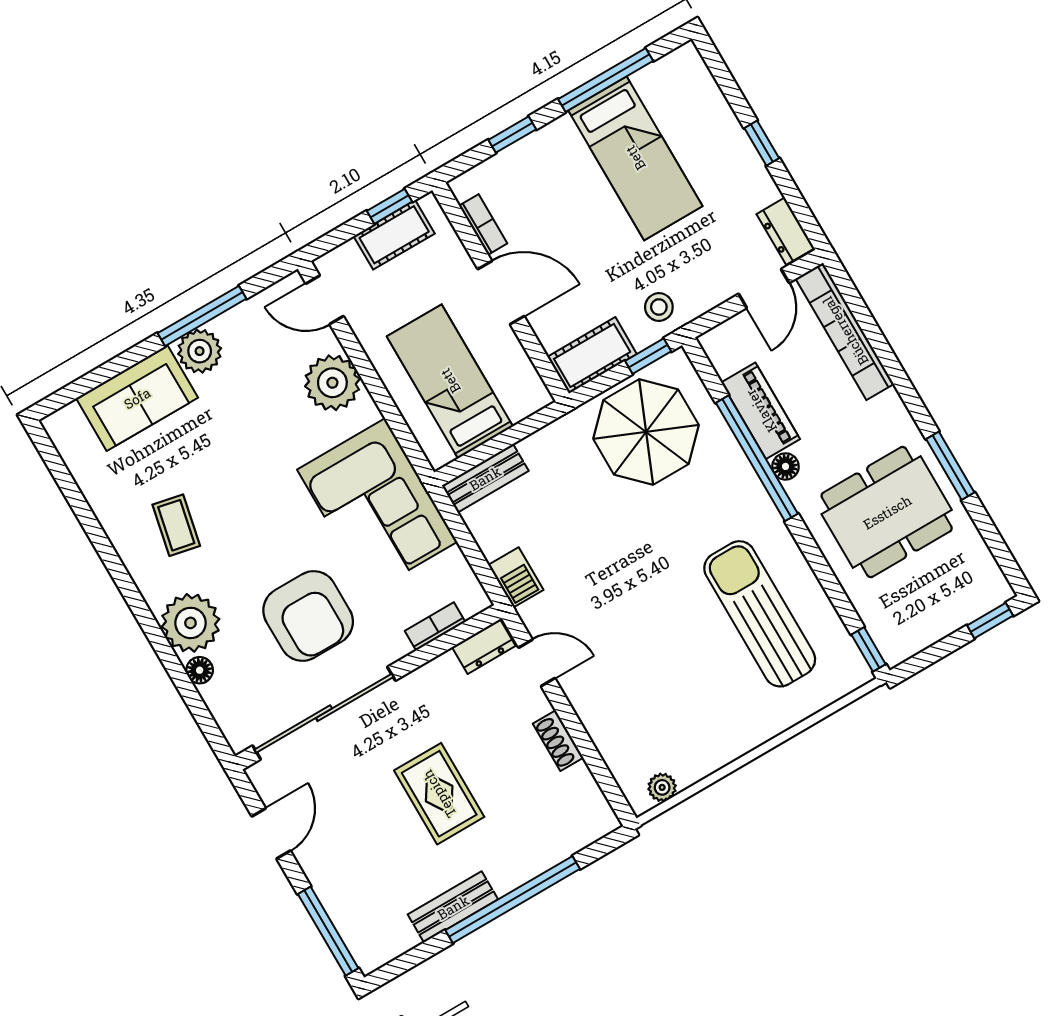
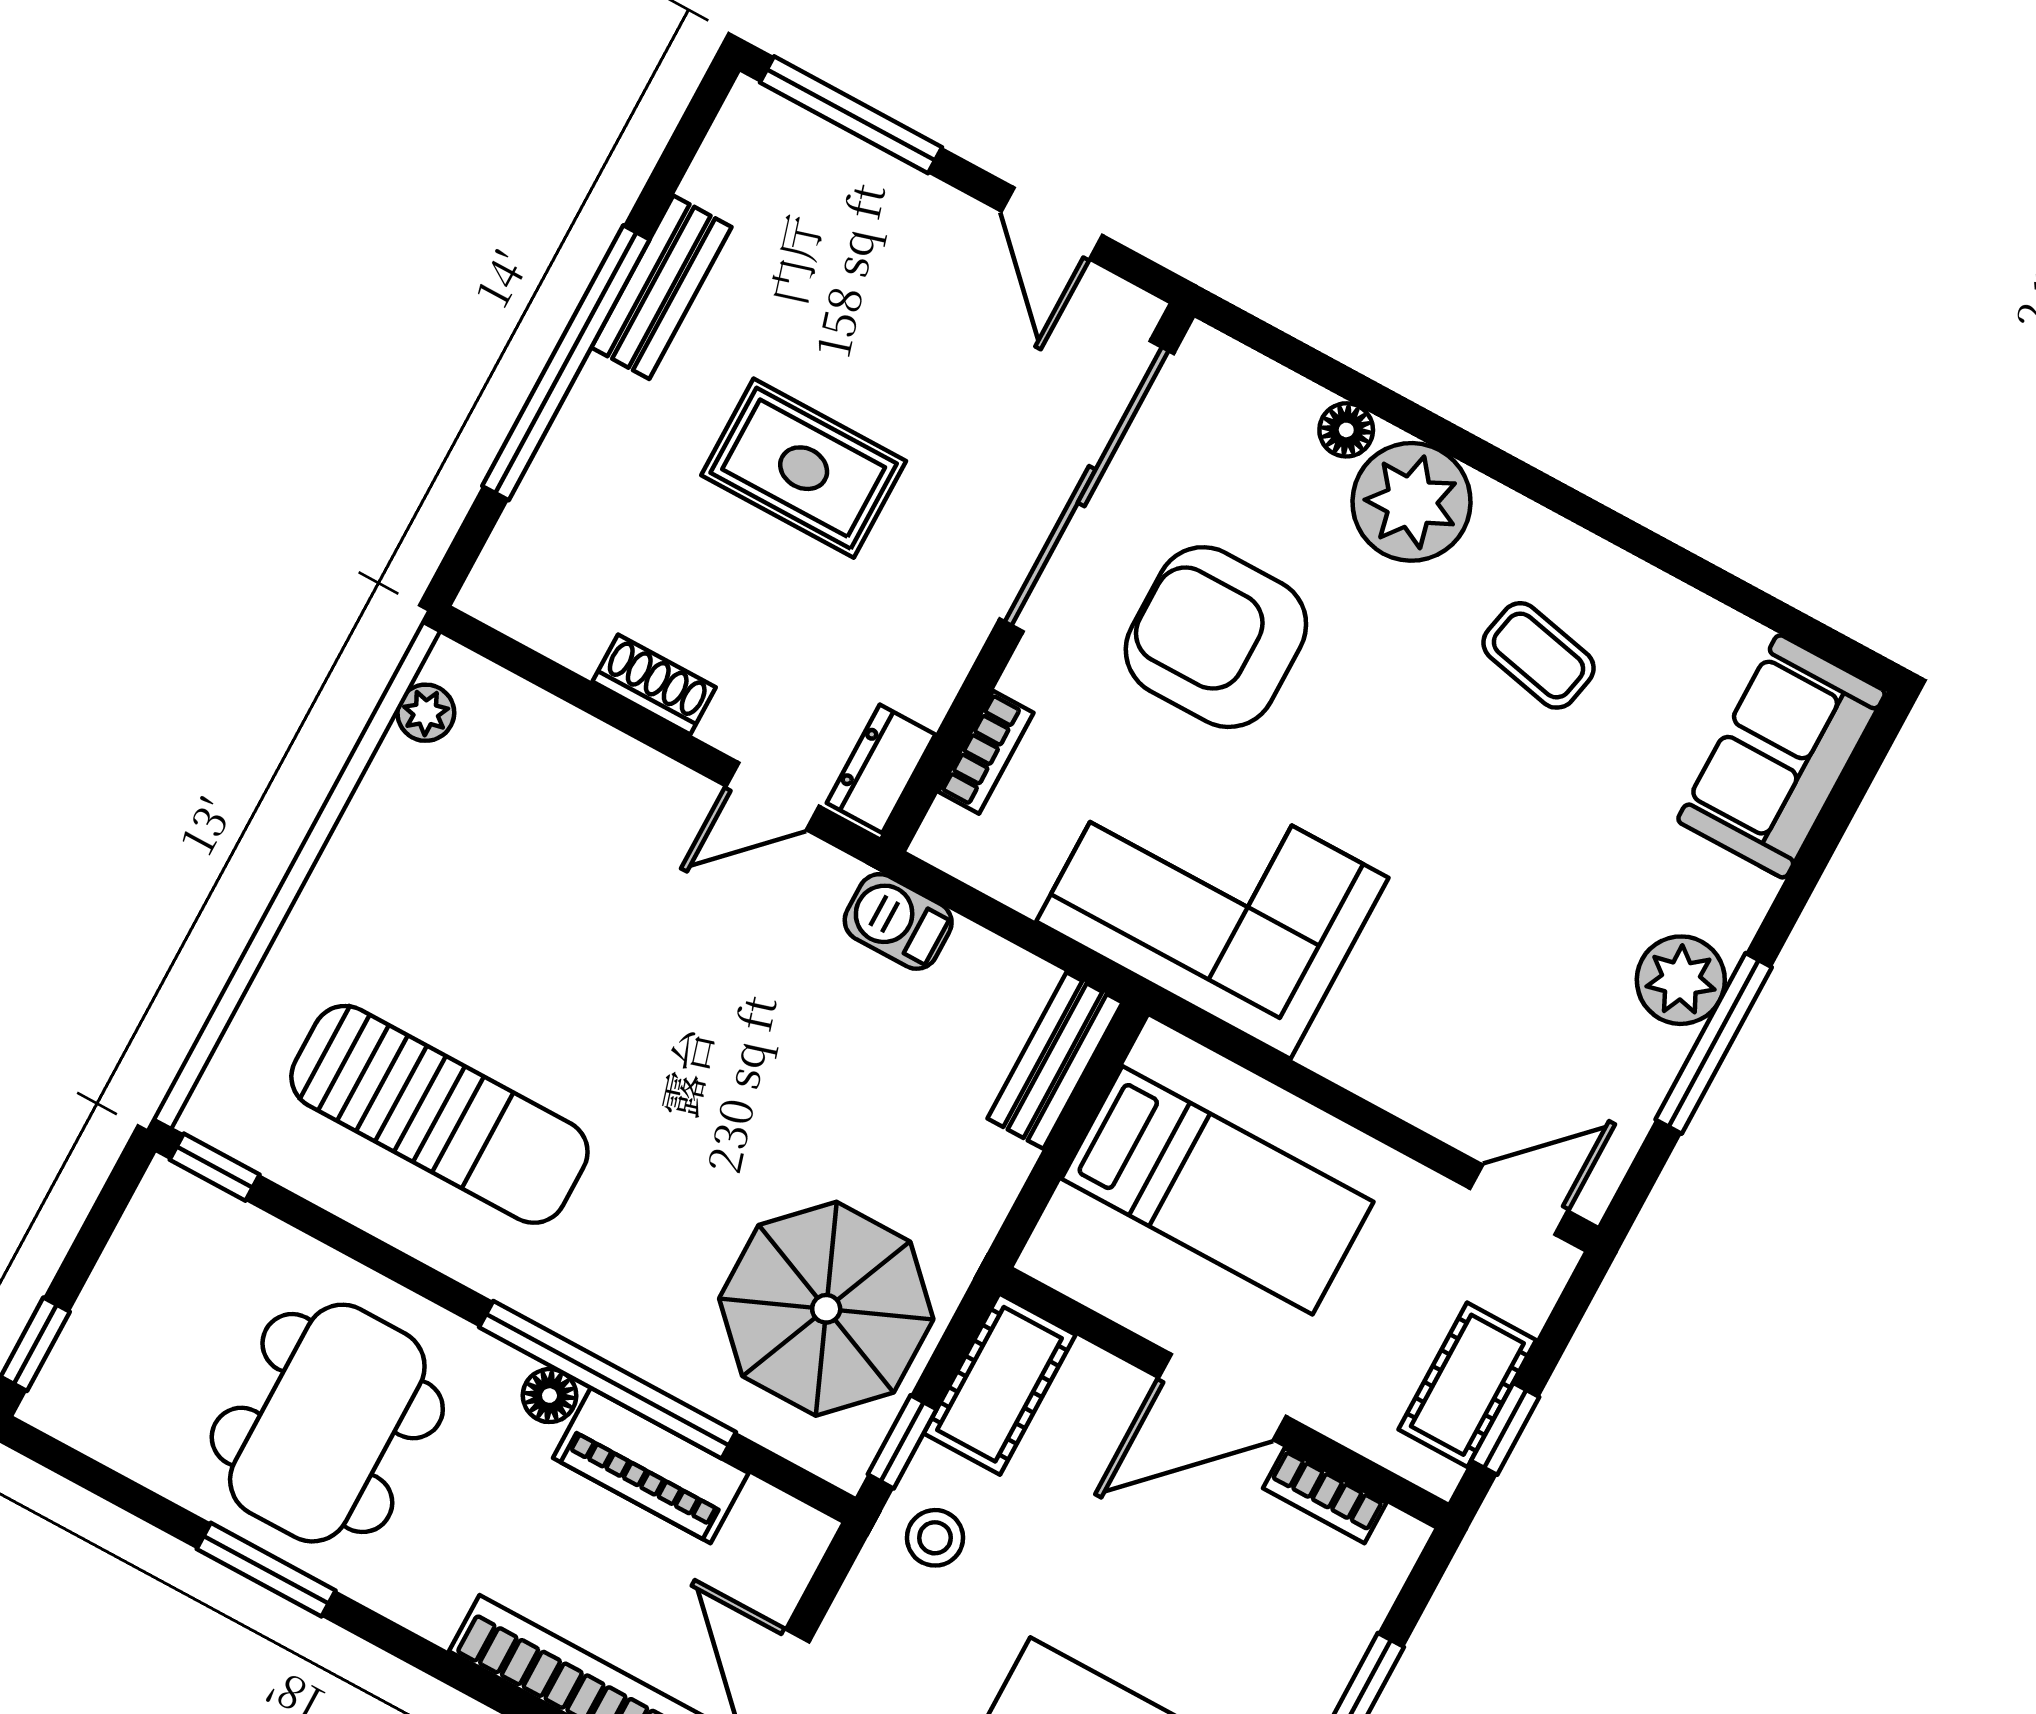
plant: (332, 383) -> (1419, 1065), removed
sofa: (137, 398) -> (1781, 756), moved

